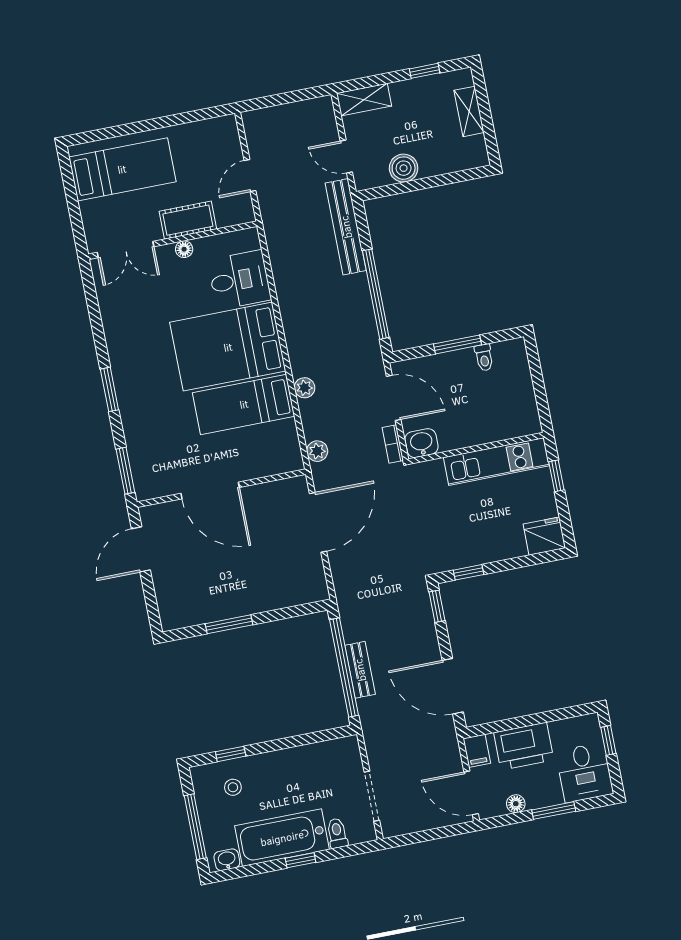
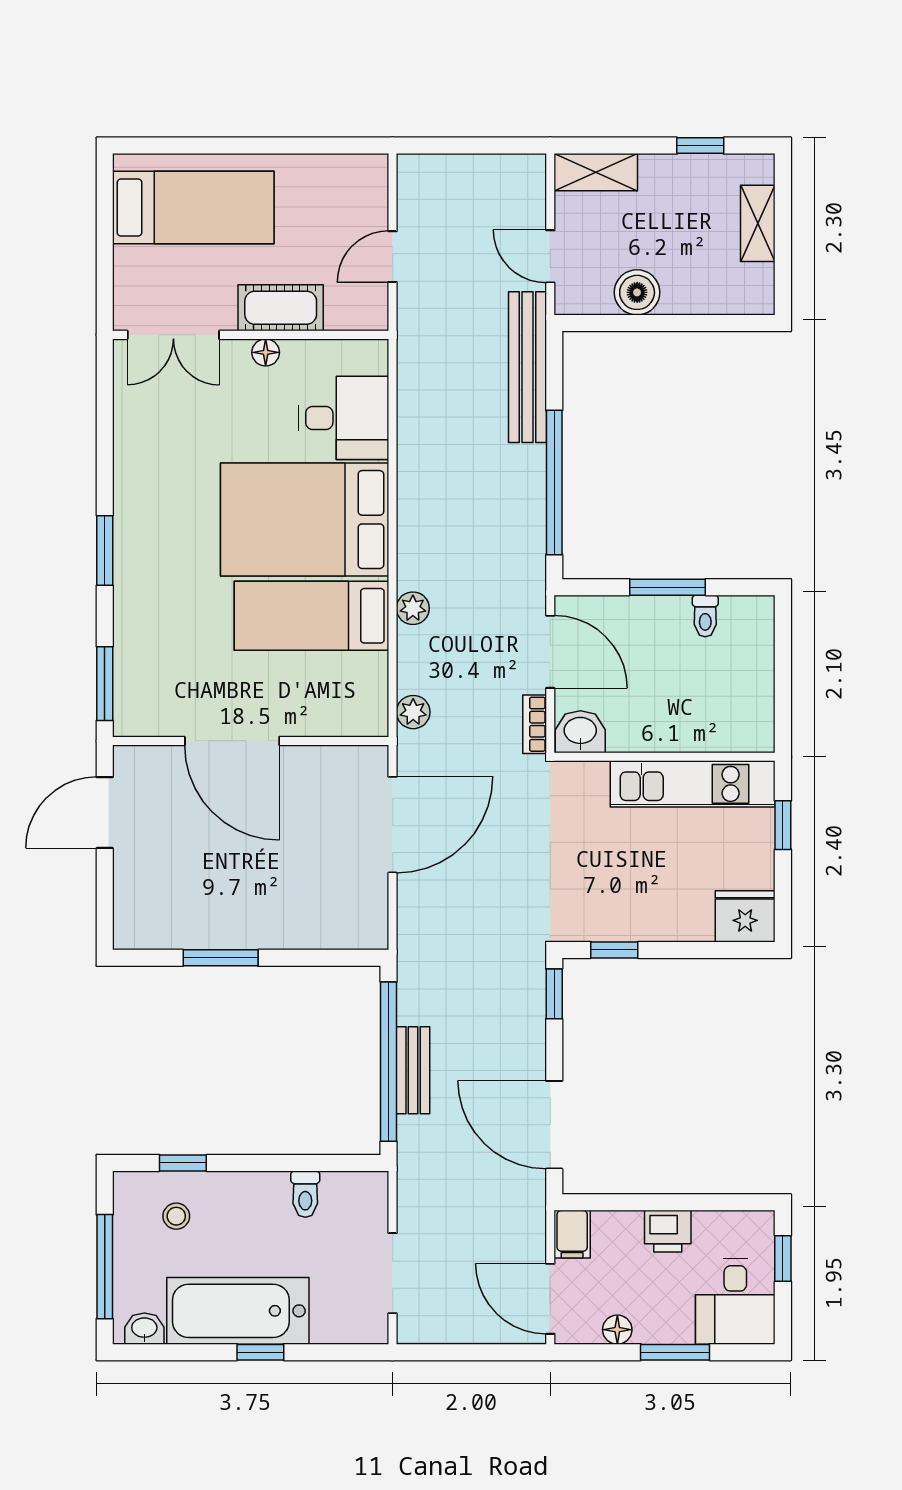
printer: (524, 746) -> (668, 1231), width x0.53, depth x0.68
toilet: (337, 833) -> (305, 1194), moved, turned 180

